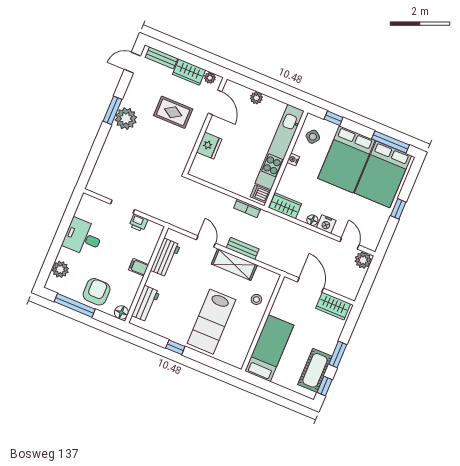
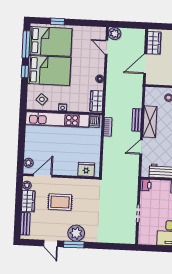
door: (132, 63) -> (51, 243), moved
plant: (256, 98) -> (28, 163), moved
rug: (173, 112) -> (60, 202), turned 90
window: (334, 118) -> (25, 71), moved
fridge: (209, 146) -> (86, 169), moved
window: (398, 209) -> (58, 22), moved
printer: (138, 223) -> (146, 185), moved
nightstand: (326, 224) -> (99, 68), removed
door: (349, 243) -> (107, 47), hinge flipped

